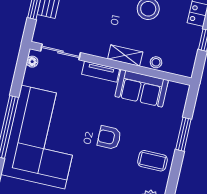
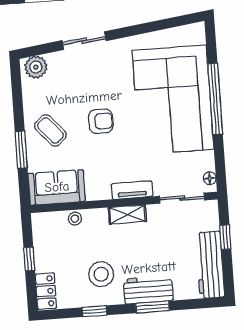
shelving: (125, 56) -> (127, 214), moved
sofa: (142, 88) -> (57, 187), moved
coffee table: (153, 161) -> (50, 130), moved, turned 49

